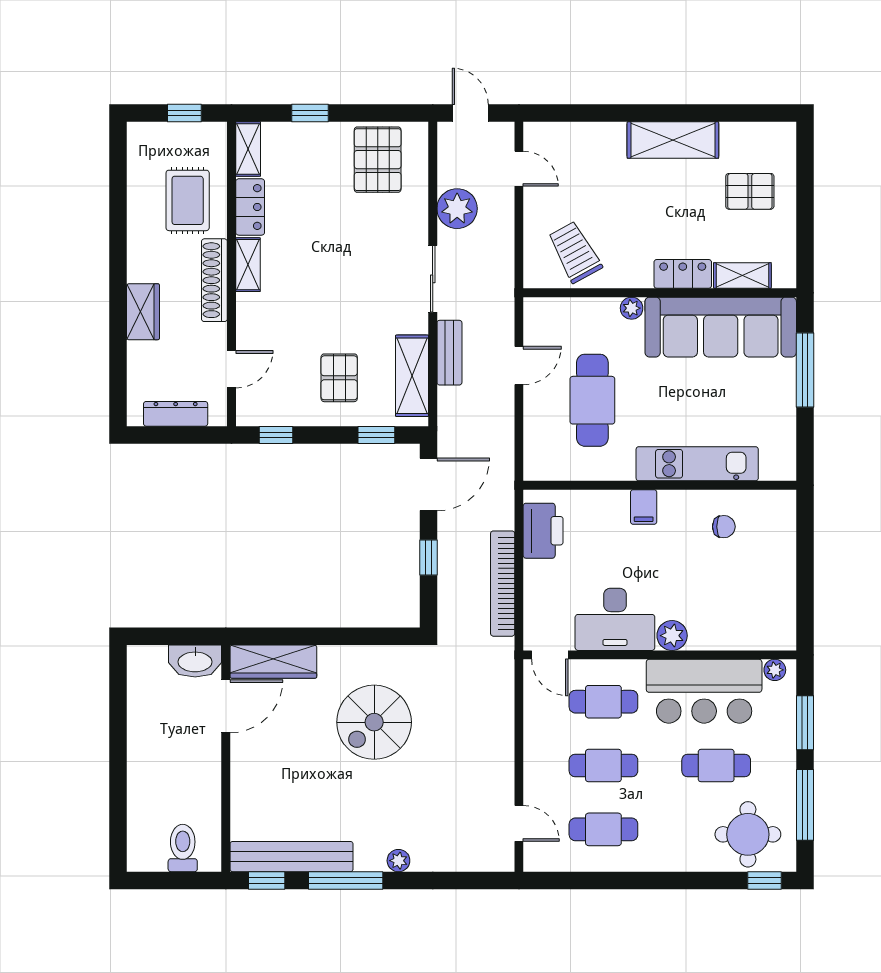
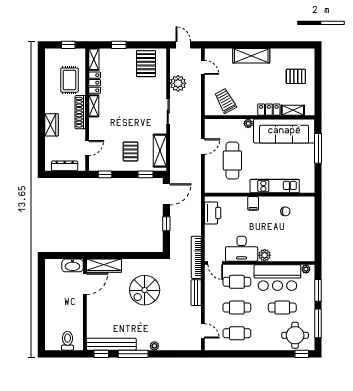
shelving: (673, 140) -> (251, 56), moved
bench: (449, 353) -> (196, 293), moved
bookcase: (503, 584) -> (196, 257), moved

